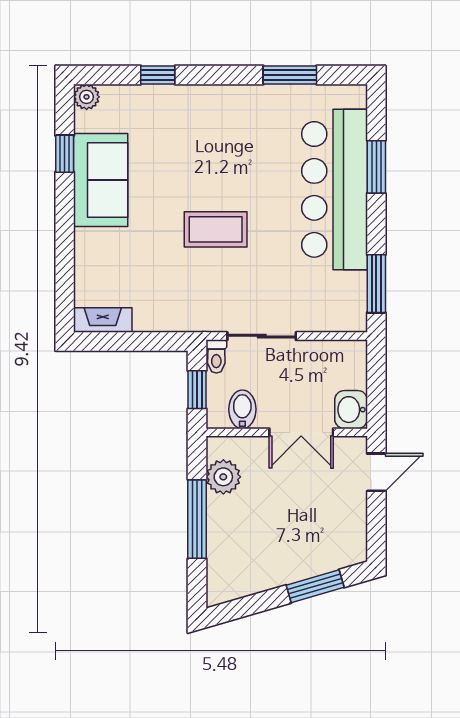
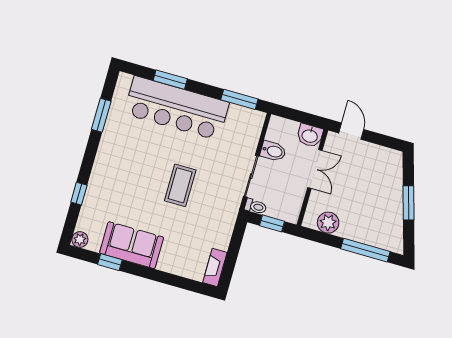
bidet: (242, 409) -> (273, 151), moved, turned 180
window: (197, 519) -> (365, 250), moved
window: (315, 586) -> (409, 203), moved

